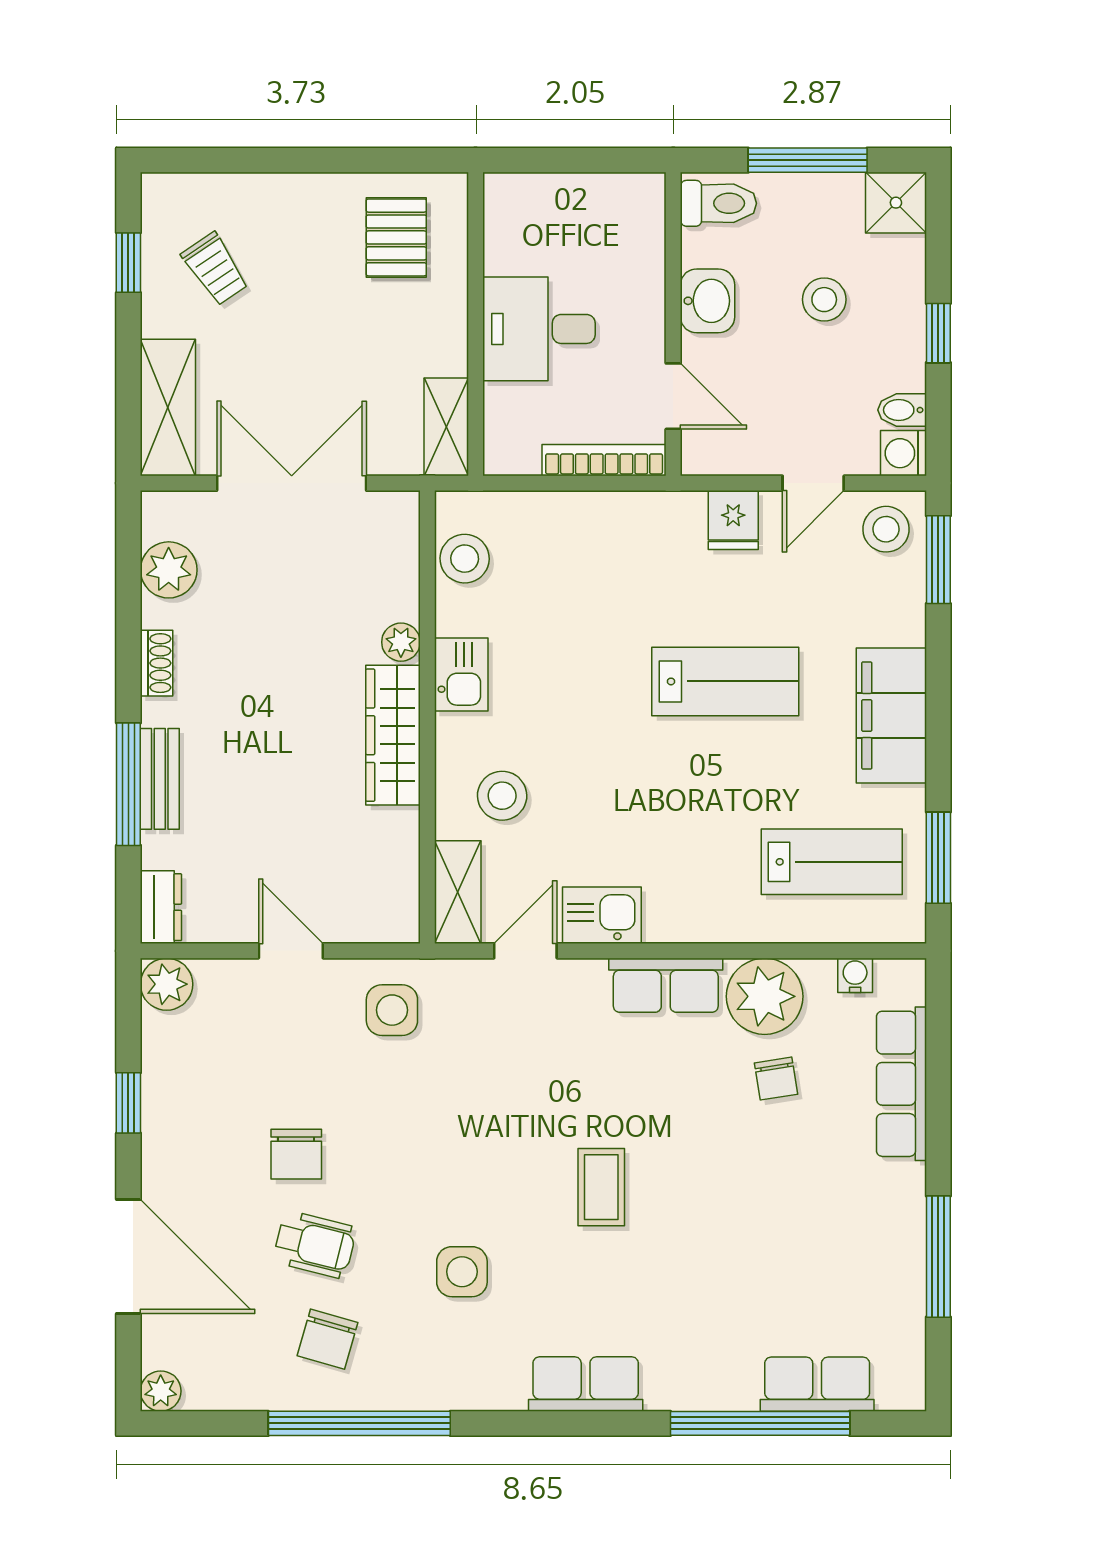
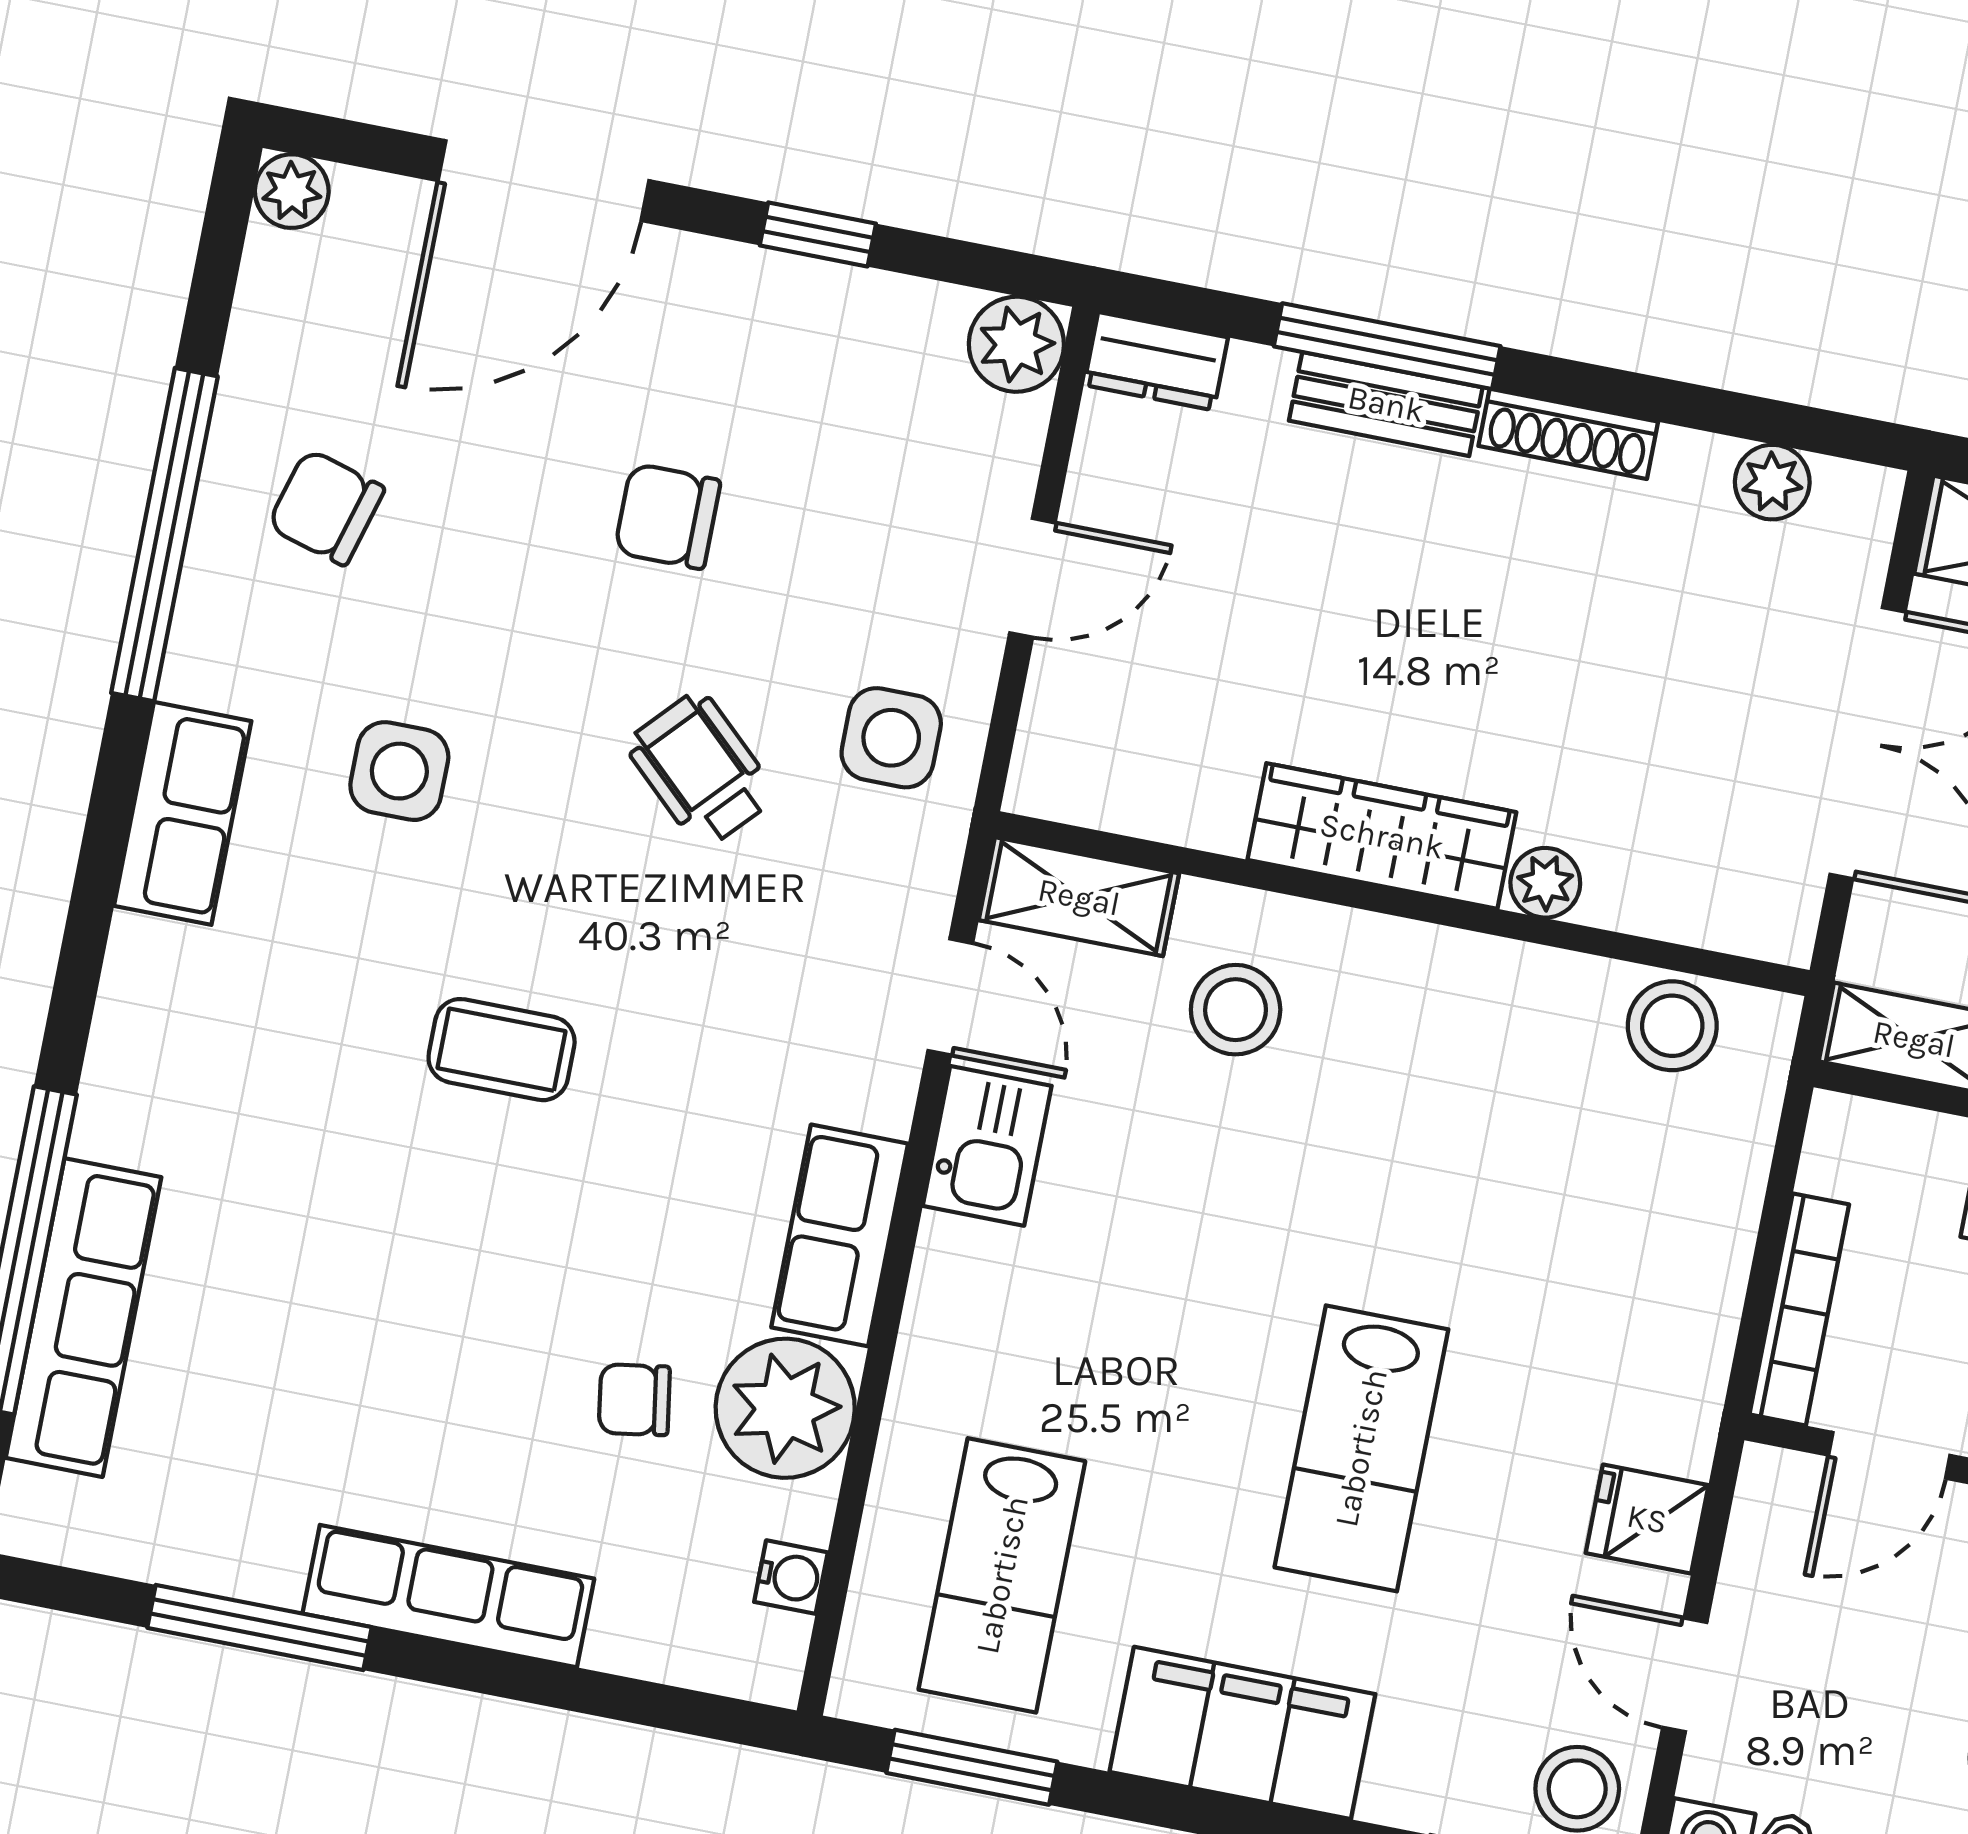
plant: (169, 570) -> (1772, 482), width x0.73, depth x0.73
shoe rack: (157, 663) -> (1568, 434), width x1.43
kitchen sink: (461, 675) -> (1466, 979), removed
row of seats: (901, 1084) -> (448, 1596), moved
wheelchair: (315, 1245) -> (701, 770), moved, turned 119
row of seats: (586, 1384) -> (183, 813), moved
row of seats: (817, 1384) -> (84, 1318), width x1.48

